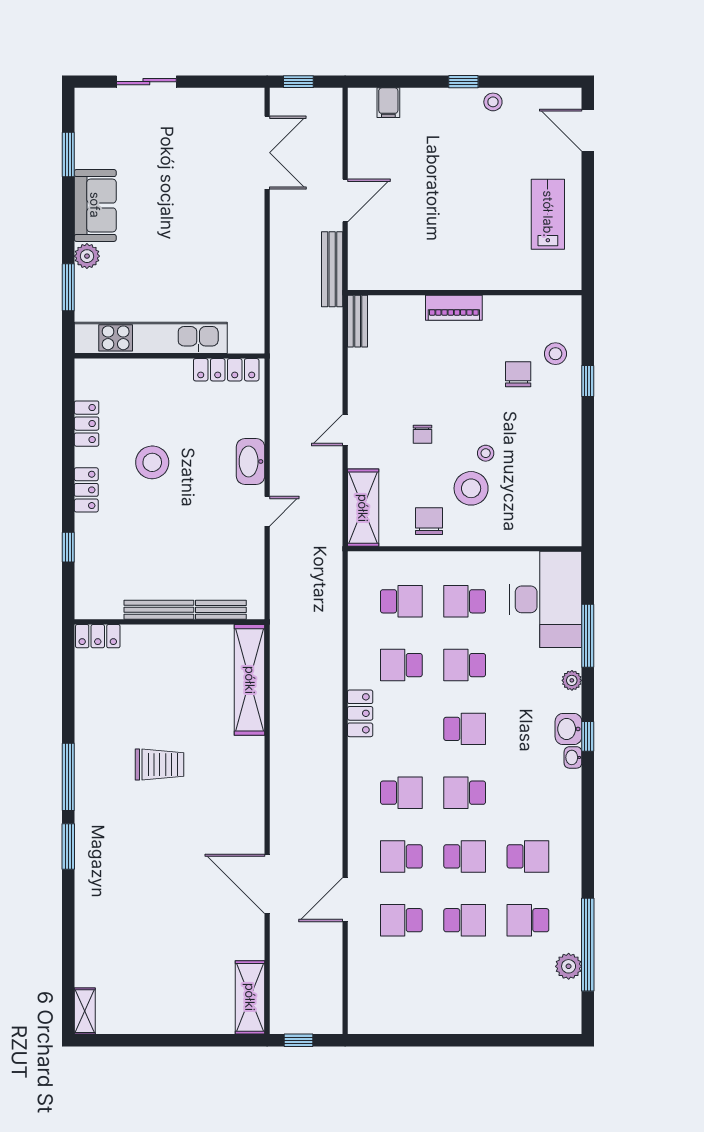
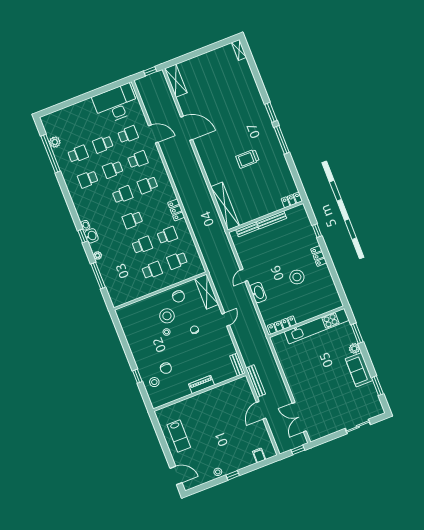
locker: (87, 424) -> (329, 282), removed
desk: (546, 599) -> (116, 104), moved, turned 90
door: (345, 900) -> (153, 134), hinge flipped

